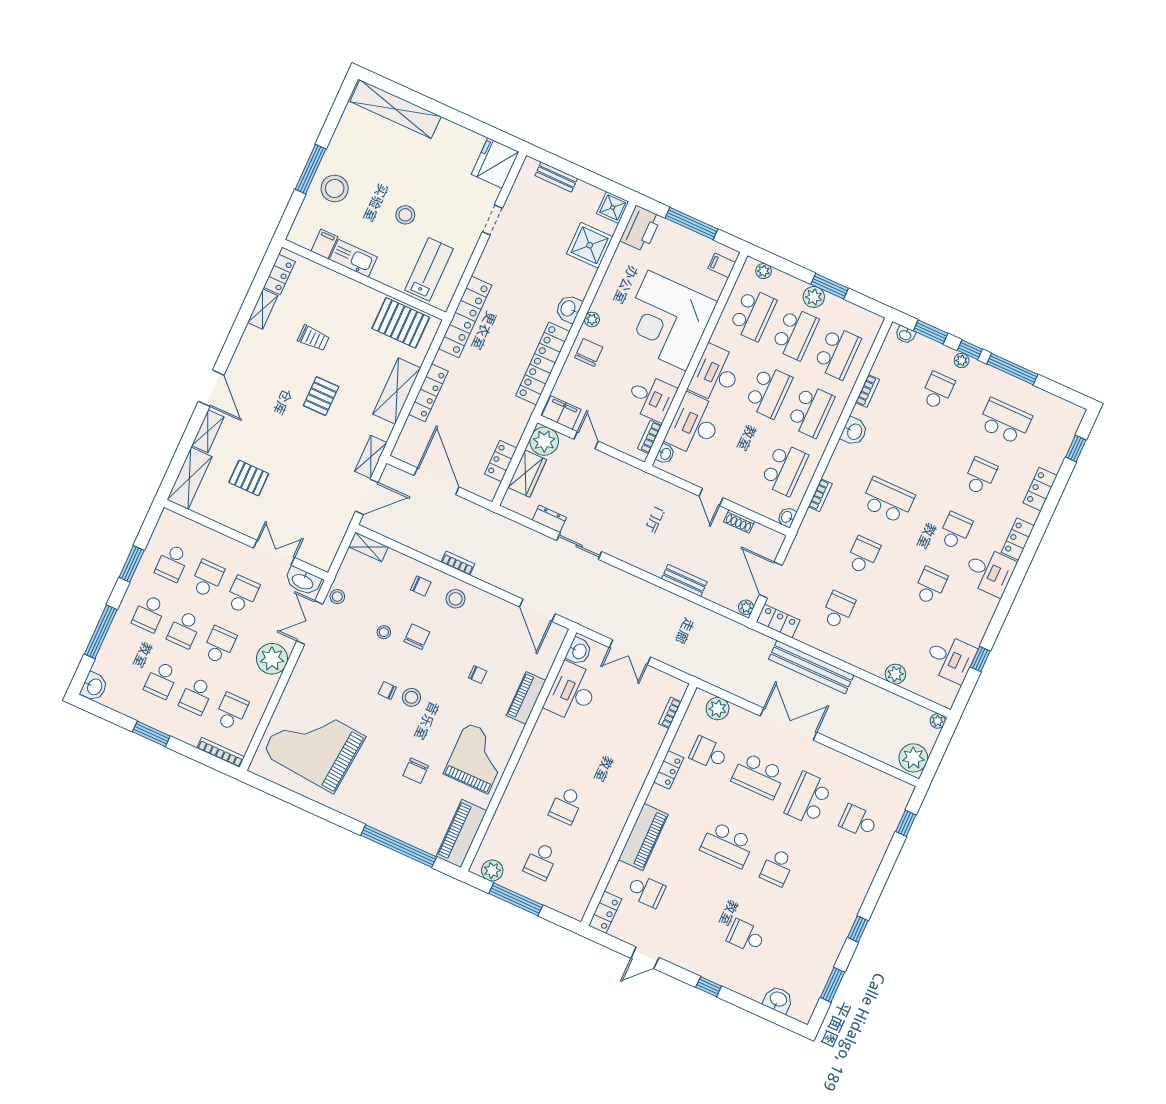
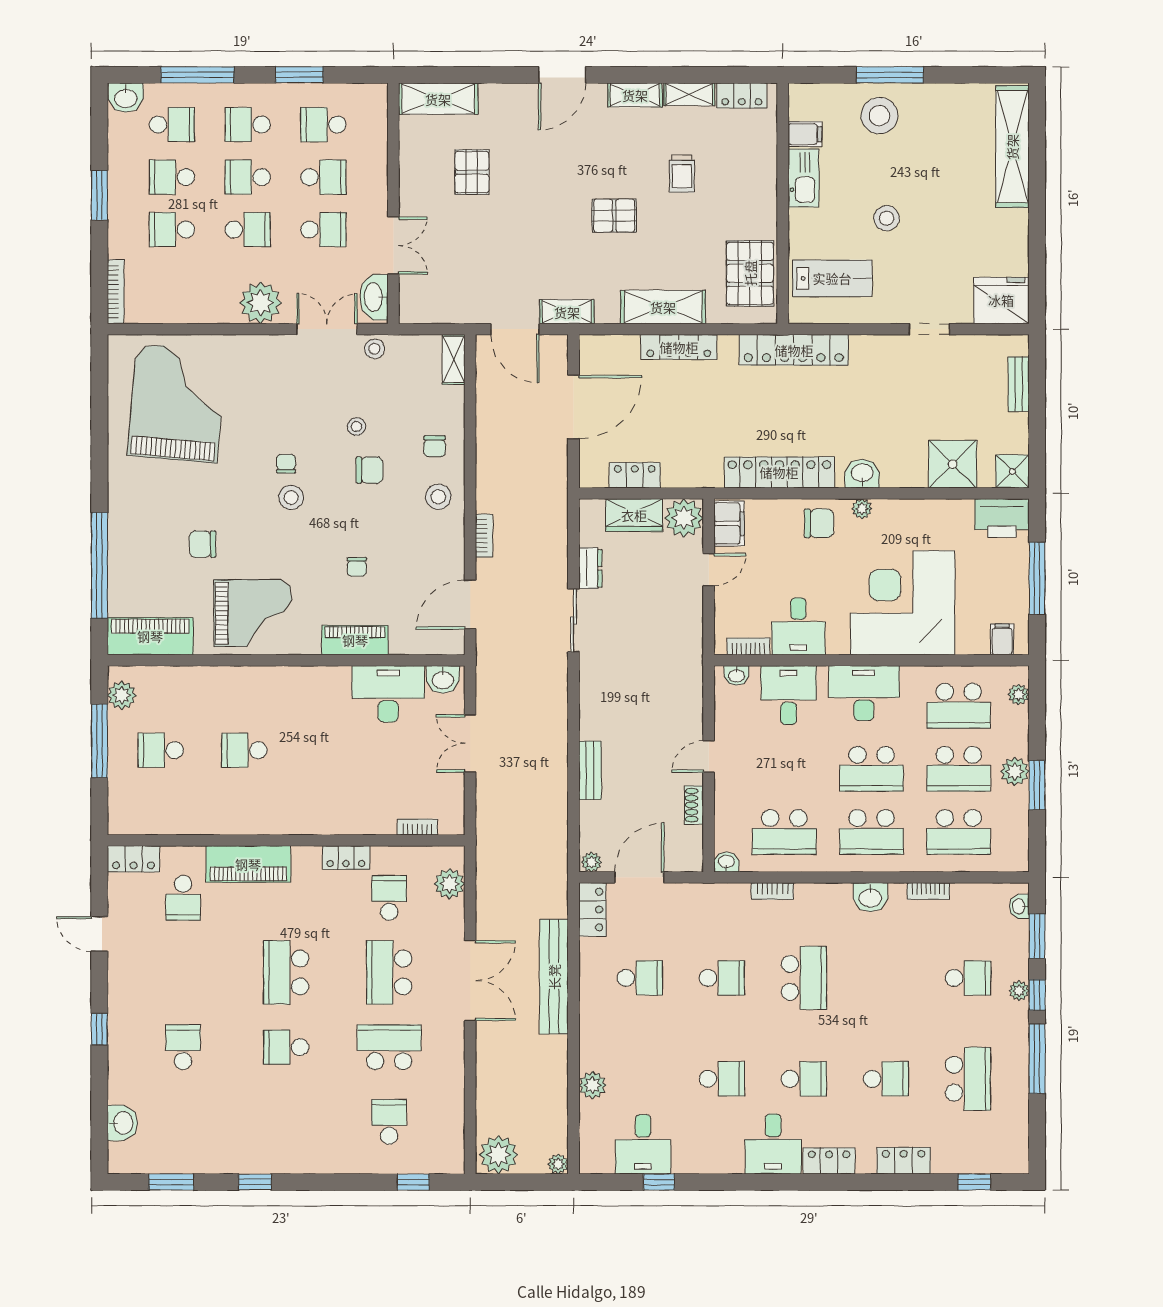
desk: (694, 425) -> (789, 695), width x0.73
shelving: (208, 431) -> (635, 95), moved
bookcase: (458, 563) -> (484, 536), moved
school desk: (231, 712) -> (172, 125), moved

